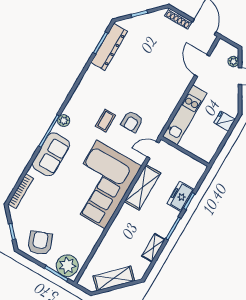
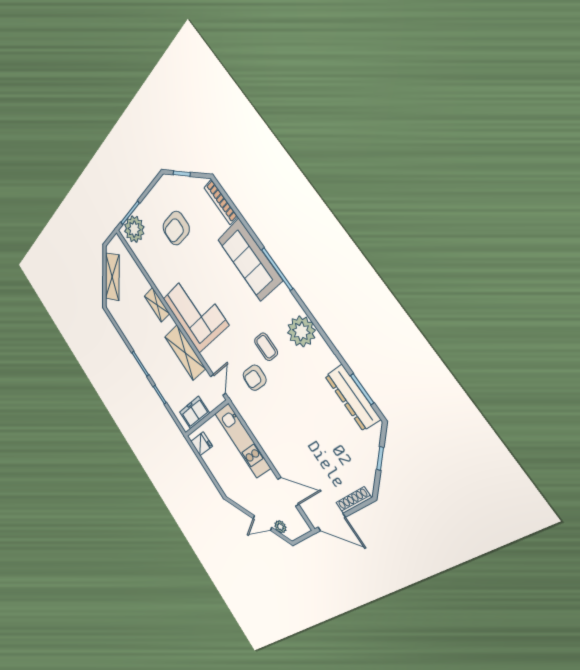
plant: (64, 121) -> (301, 331), moved, width x1.88, depth x1.88
fridge: (224, 121) -> (201, 444), moved
armchair: (132, 122) -> (255, 378), turned -88
sofa: (51, 154) -> (250, 260), width x1.36
corner sofa: (101, 184) -> (195, 312), width x0.73, depth x0.74
freezer: (180, 196) -> (194, 413), moved, turned -90
armchair: (40, 243) -> (176, 228), moved, turned 111
shelving: (153, 248) -> (157, 305), moved

